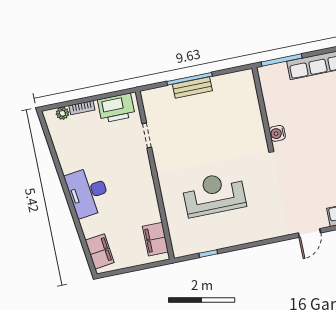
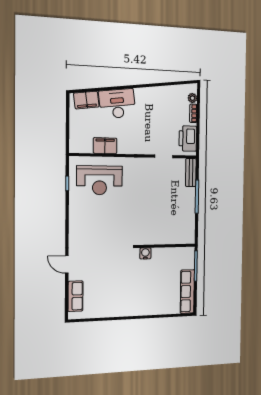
bench: (192, 88) -> (191, 172), moved
desk: (88, 192) -> (117, 104), moved
reception desk: (214, 194) -> (100, 180), moved, turned 90
filing cabinet: (155, 239) -> (105, 146), moved

